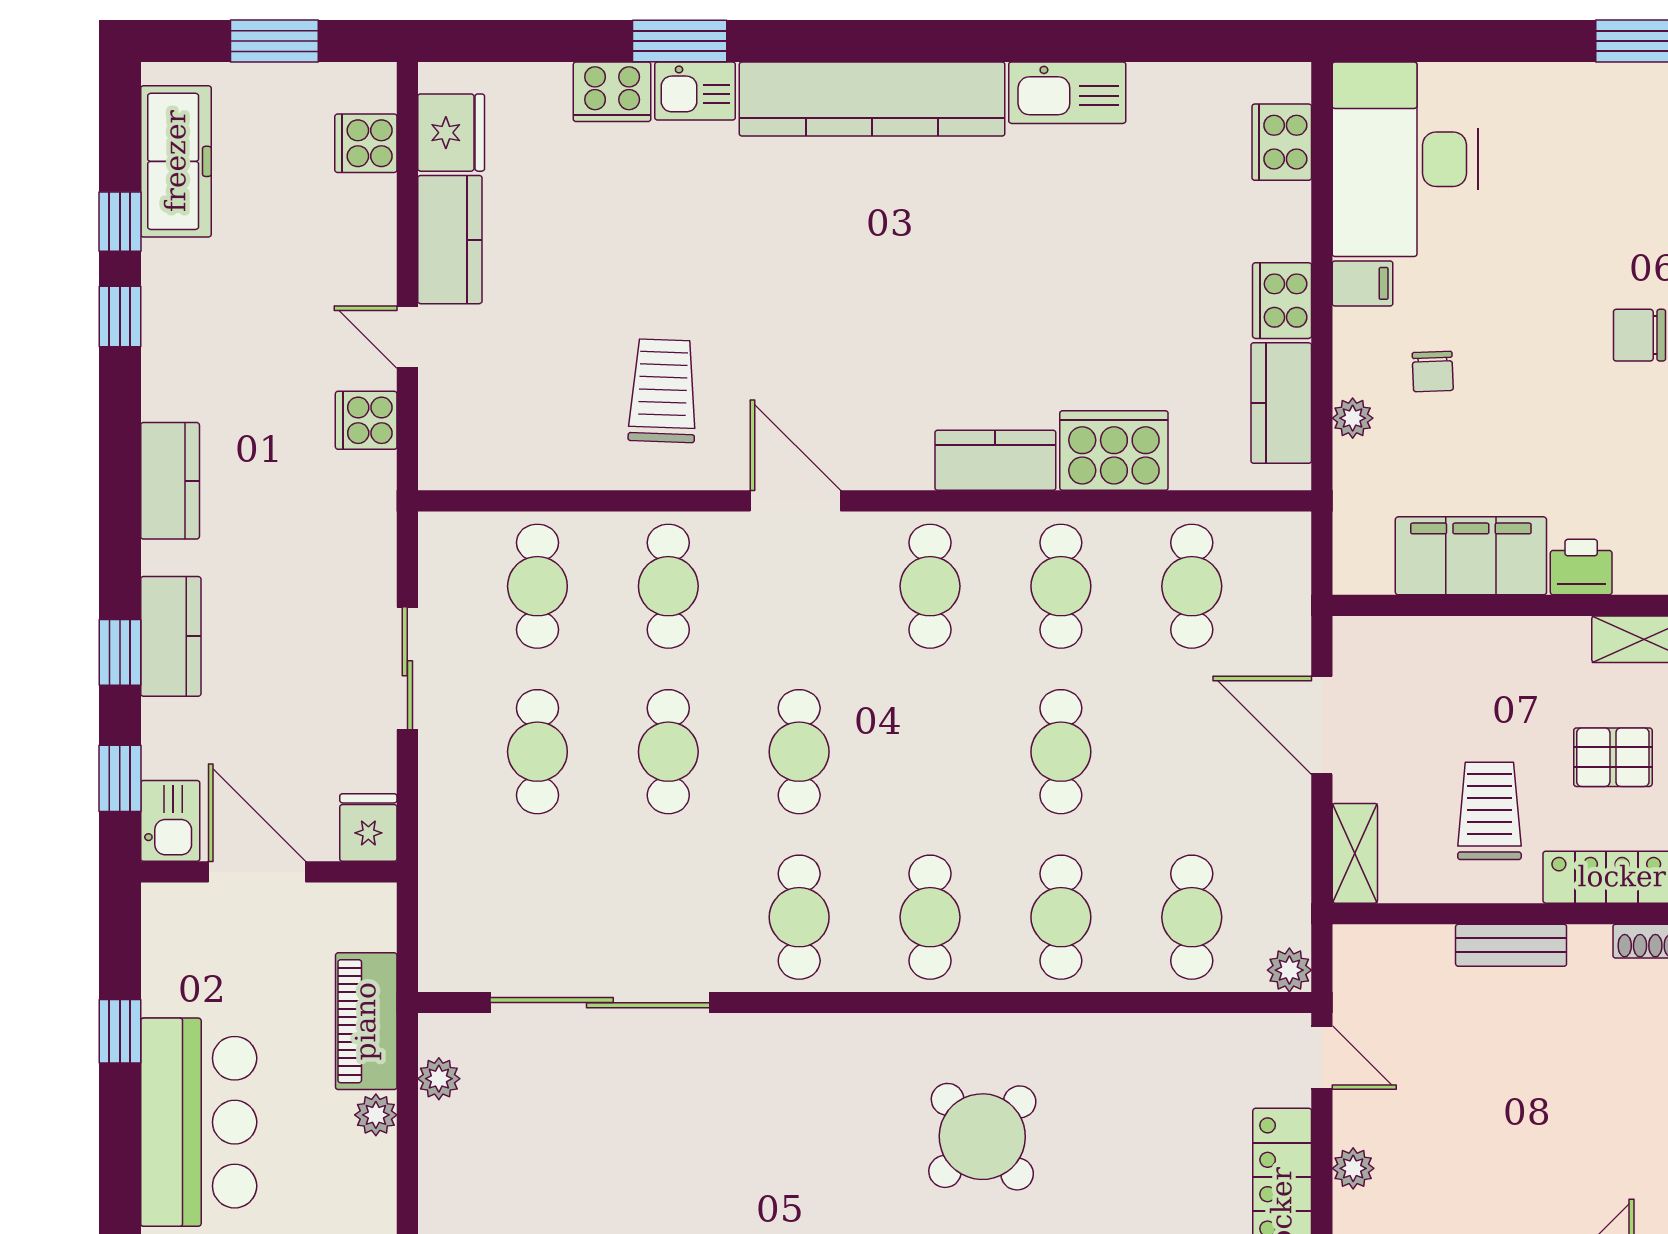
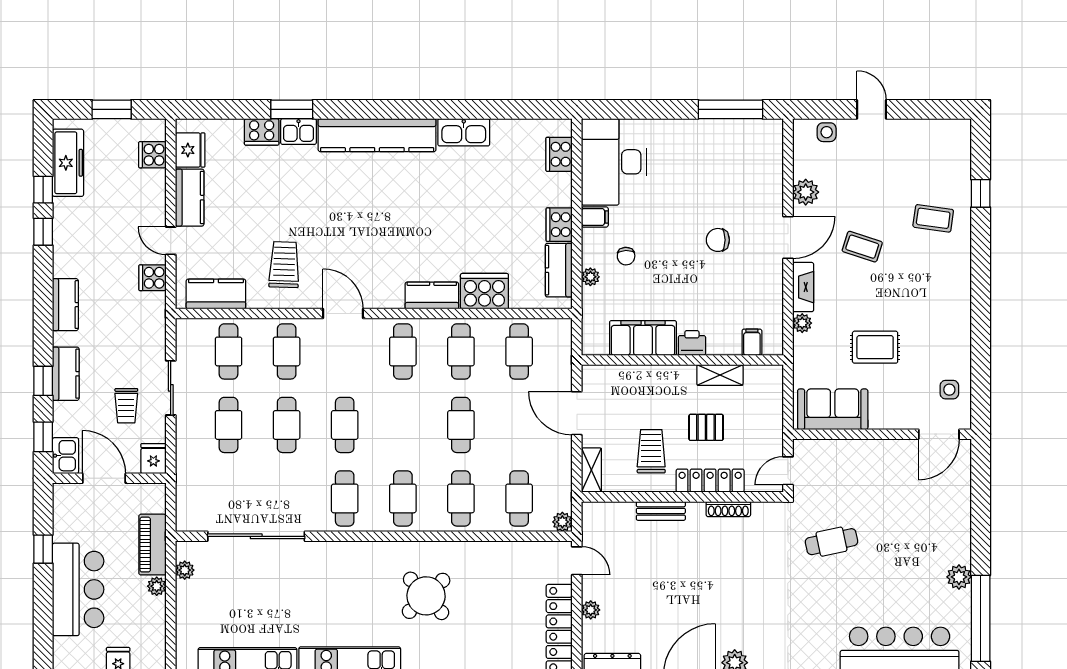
kitchen counter: (509, 457) -> (216, 294), added
trolley: (307, 708) -> (126, 406), added

